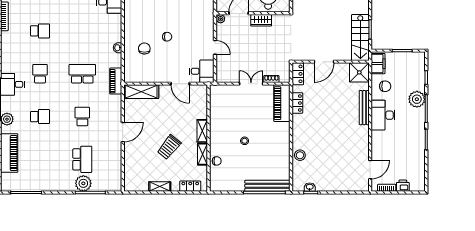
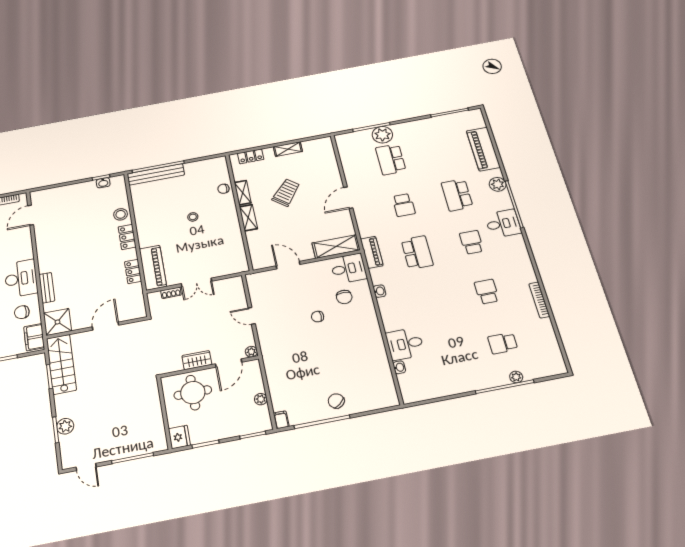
school desk: (40, 31) -> (487, 292), turned 90
desk: (202, 71) -> (348, 269), moved, turned 180
school desk: (40, 74) -> (472, 242), turned 180
school desk: (82, 74) -> (417, 253), turned -90
locker: (298, 74) -> (127, 237), moved
bench: (364, 108) -> (47, 288), width x0.73
school desk: (40, 117) -> (457, 195), width x1.85

